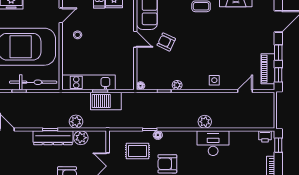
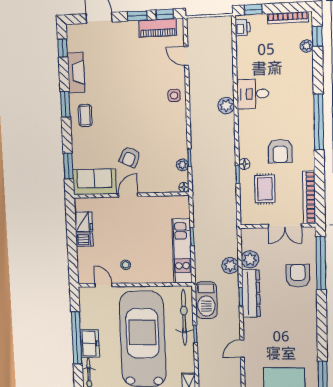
plant: (177, 85) -> (182, 165), moved
barbecue: (106, 101) -> (206, 300), moved
desk: (213, 143) -> (253, 94), width x0.73

